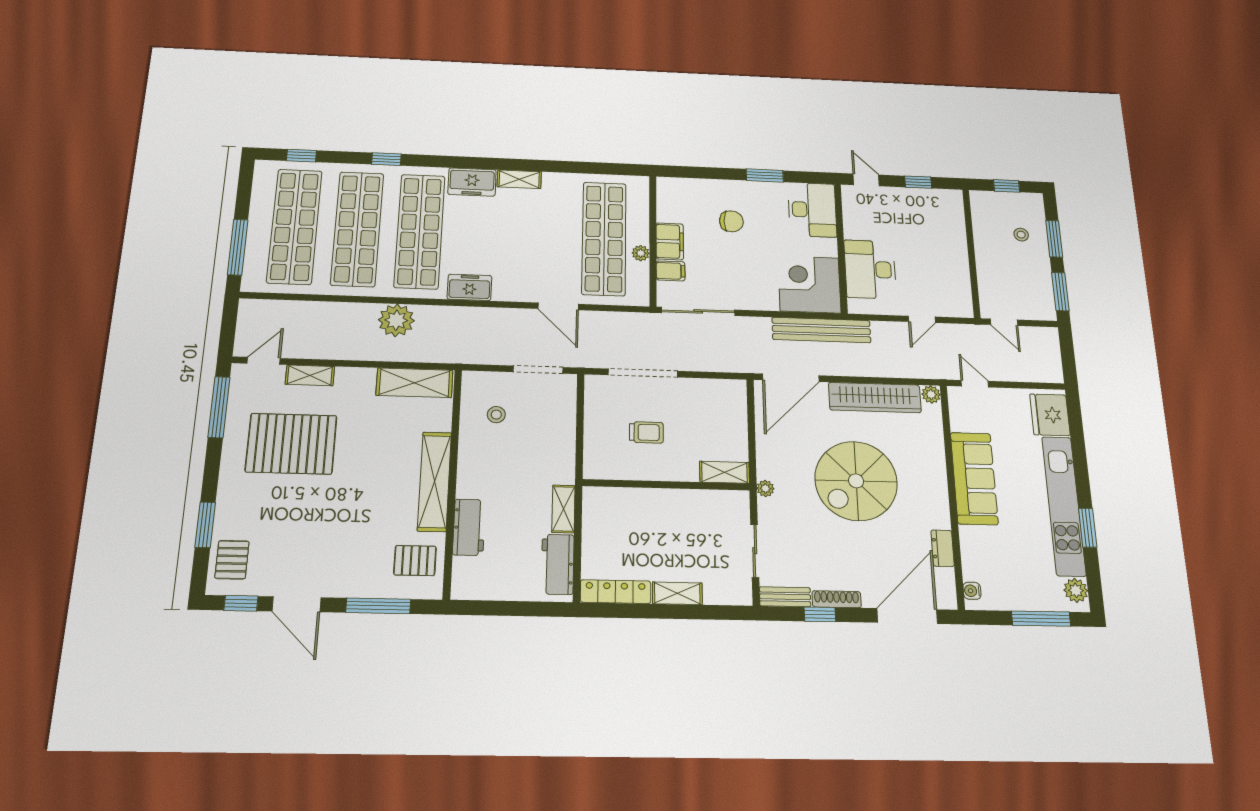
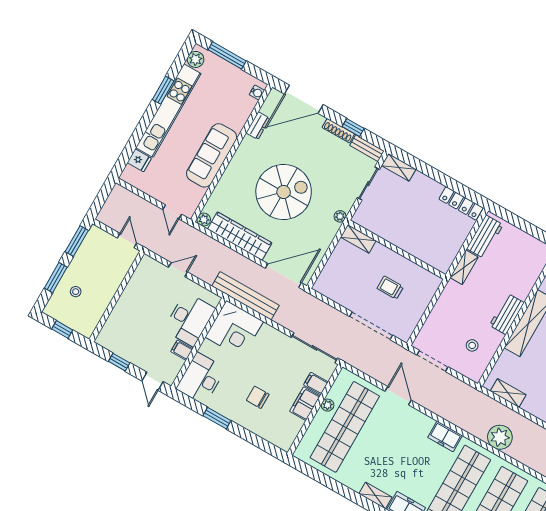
filing cabinet: (856, 230) -> (182, 350), added
shelving: (415, 383) -> (508, 393), width x0.67, depth x0.75
fridge: (1050, 415) -> (139, 160), width x0.53, depth x0.75
workbench: (469, 527) -> (507, 314), moved
shelving: (677, 593) -> (399, 167), moved

